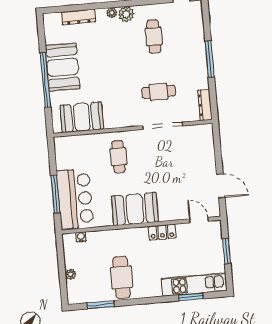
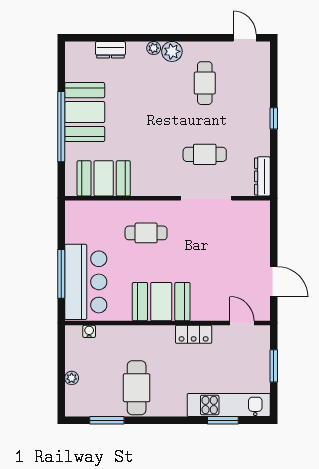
dresser: (78, 17) -> (110, 50), width x0.70
window: (210, 59) -> (274, 118), width x0.46
cafe table: (118, 157) -> (146, 233), turned 90

